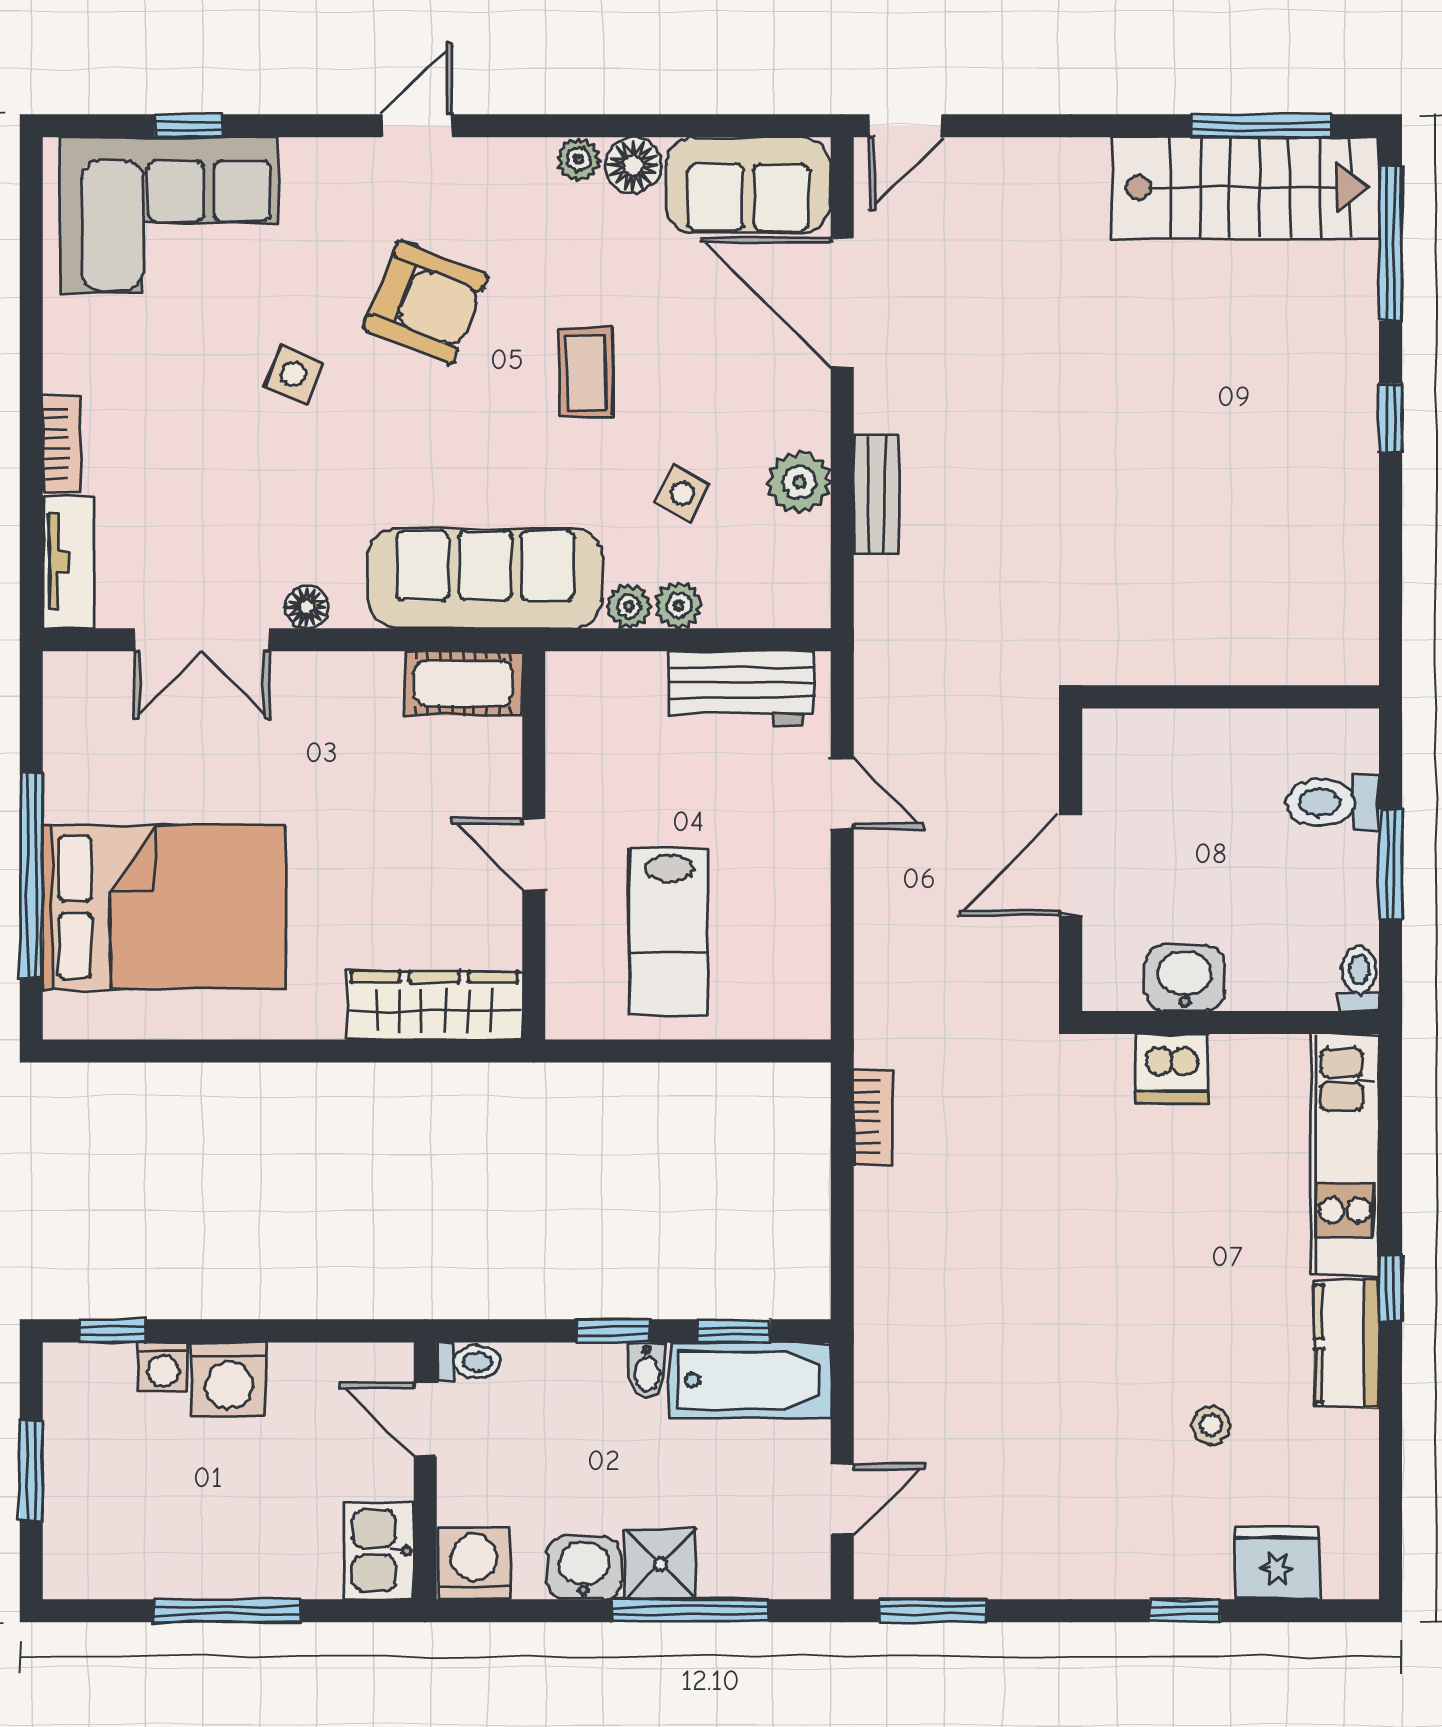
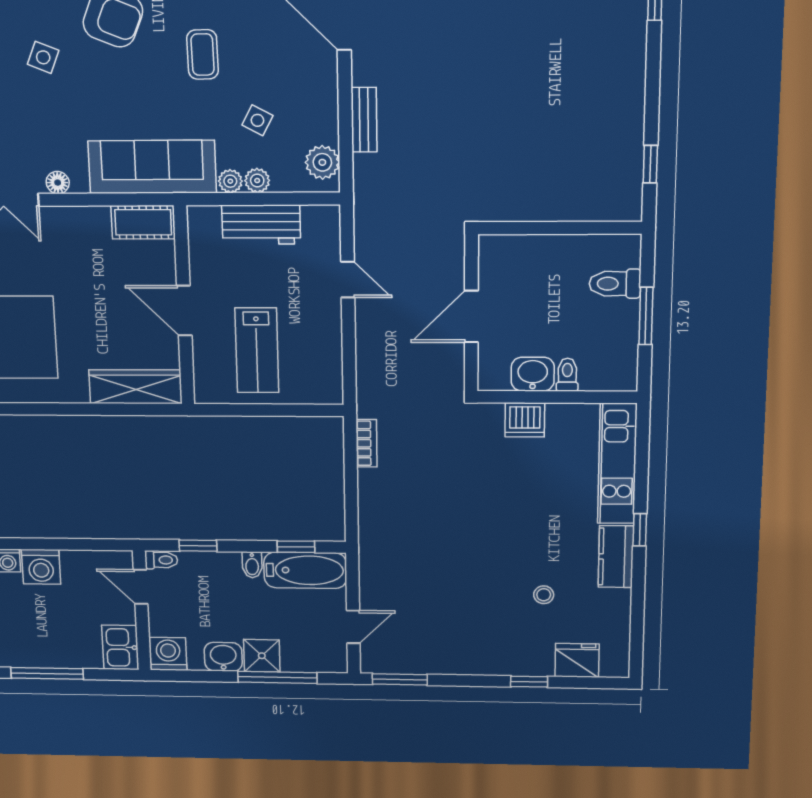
window: (1390, 418) -> (650, 164), moved
plant: (799, 482) -> (322, 162), moved
workbench: (742, 689) -> (261, 225), moved
door: (534, 854) -> (184, 311), width x1.38
toilet: (1359, 978) -> (567, 375), moved
window: (613, 1331) -> (198, 546), moved

